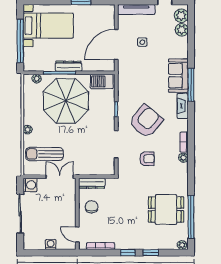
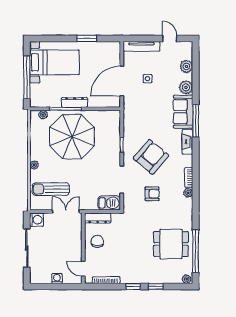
plant: (181, 16) -> (186, 87), moved
barbecue: (102, 81) -> (109, 203), moved, turned 180

